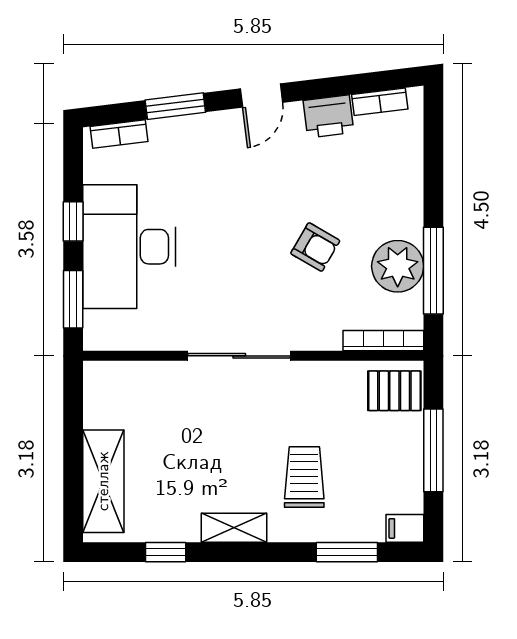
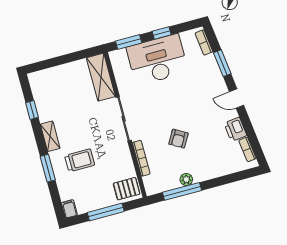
plant: (398, 266) -> (186, 179), width x0.53, depth x0.53
bookcase: (383, 341) -> (141, 158), moved
pallet: (394, 391) -> (127, 189), turned 90
shelving: (103, 481) -> (101, 77), moved, turned 90
window: (347, 552) -> (48, 168), moved

